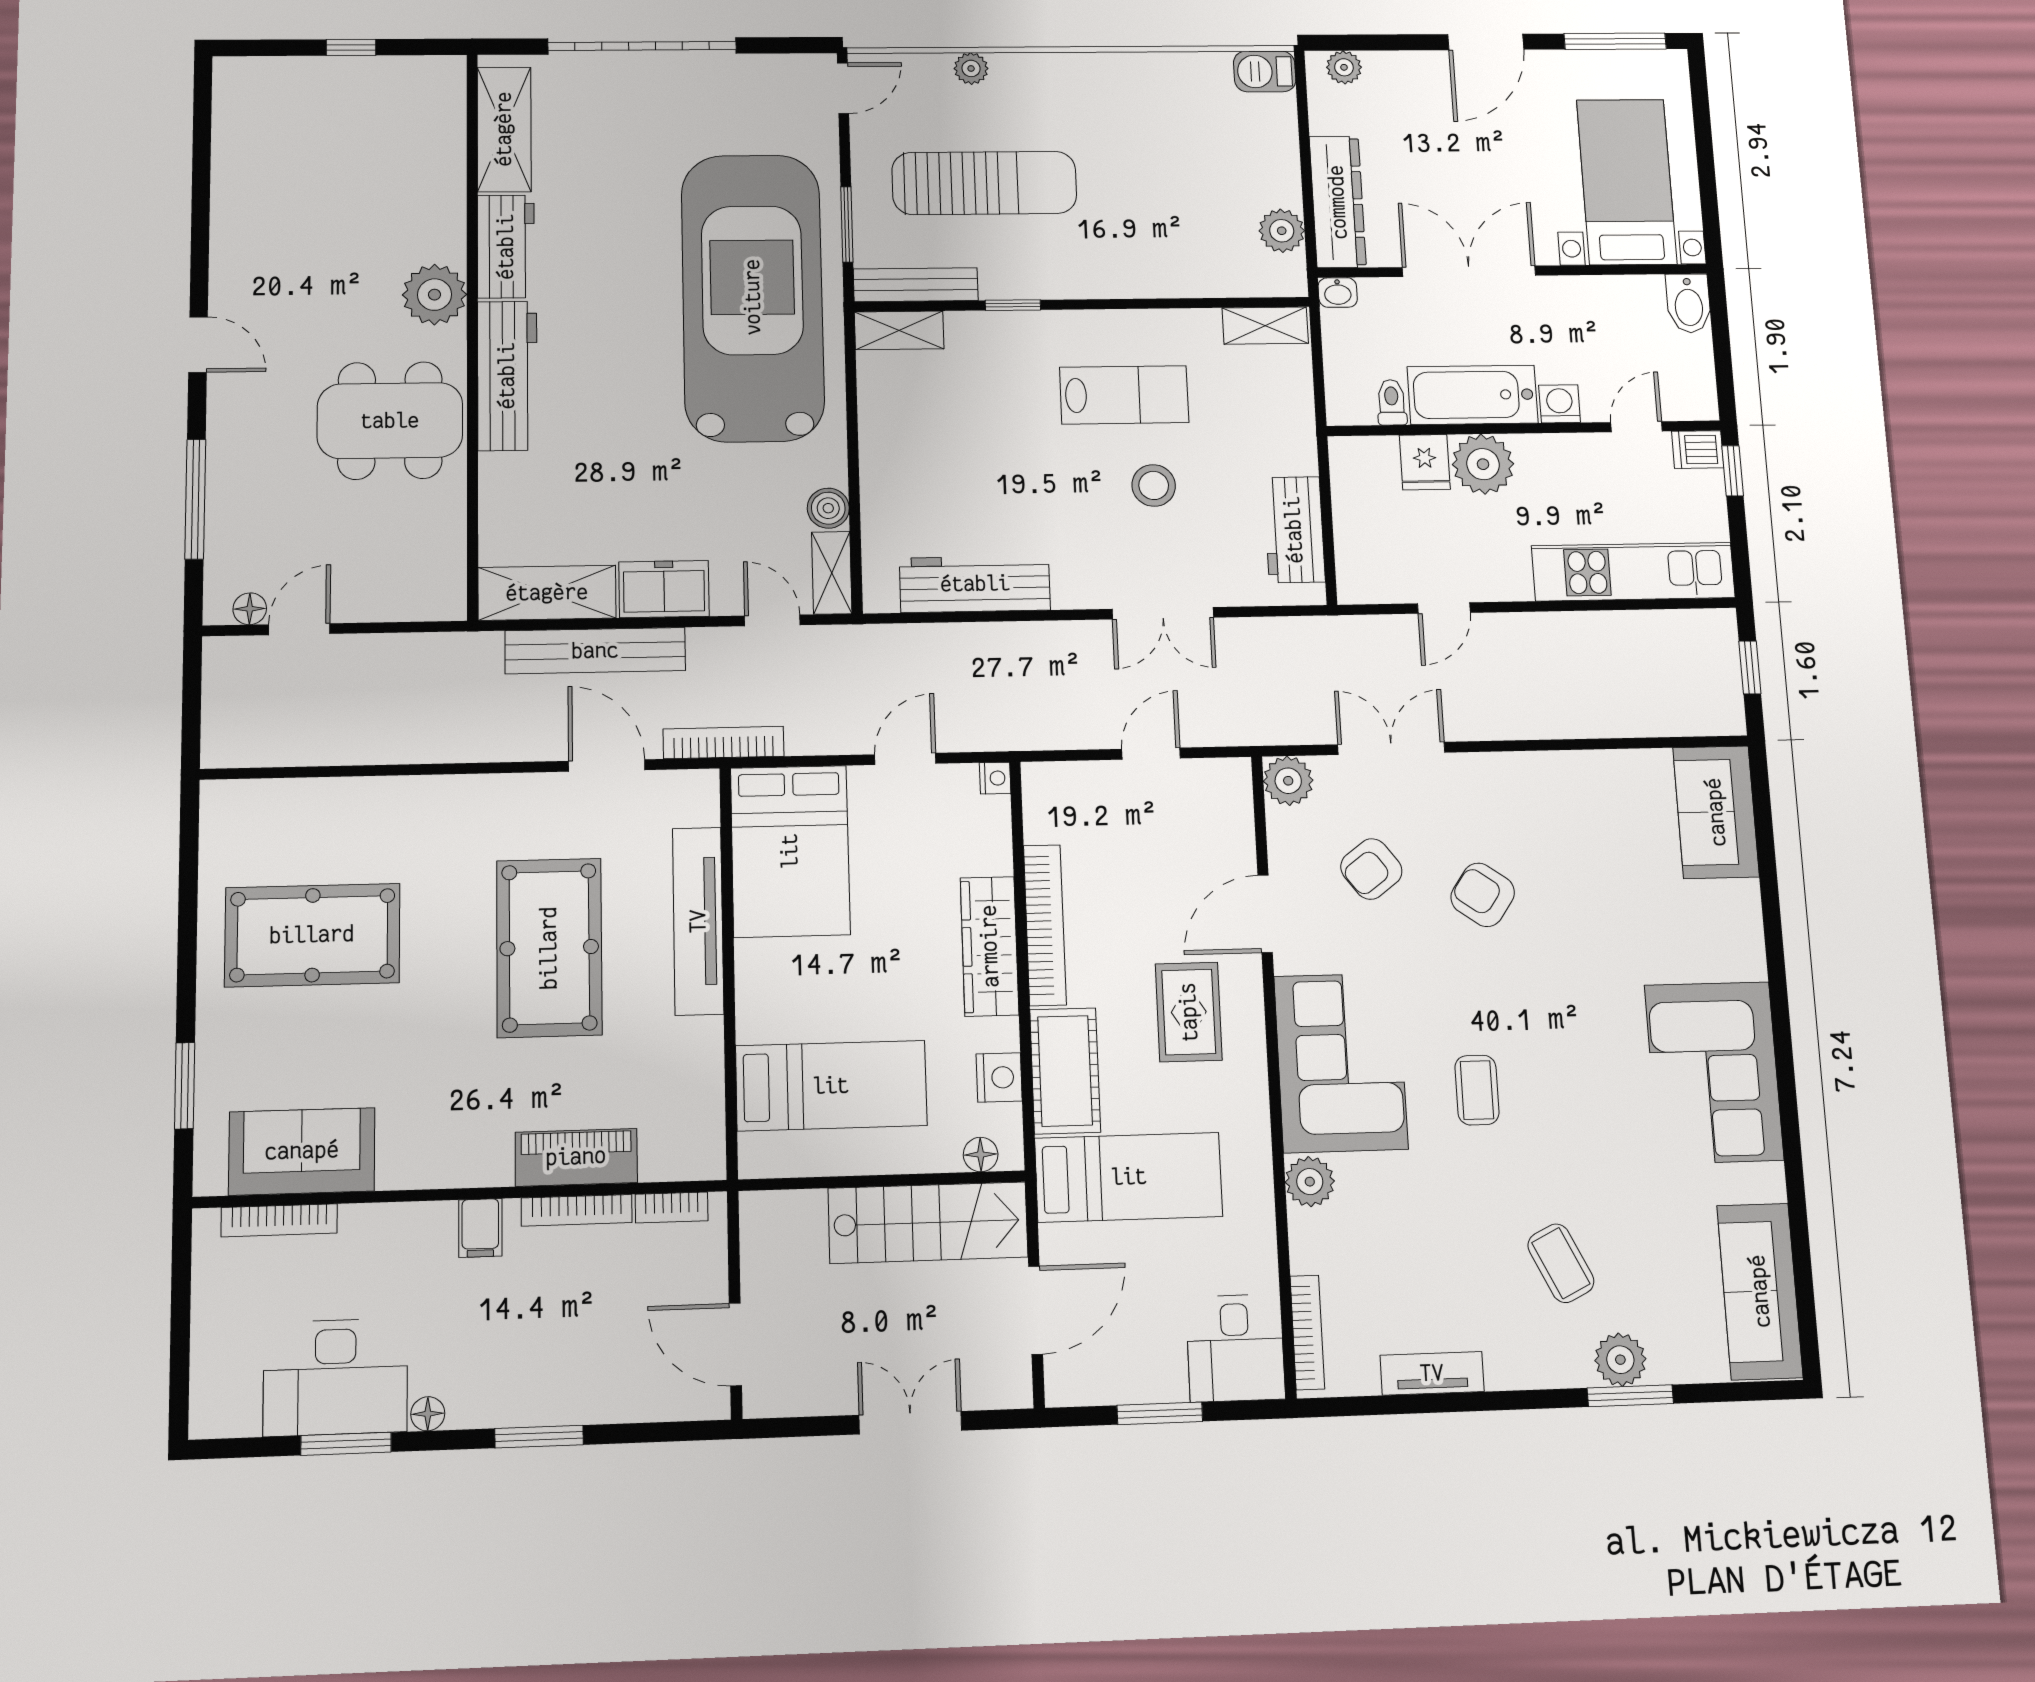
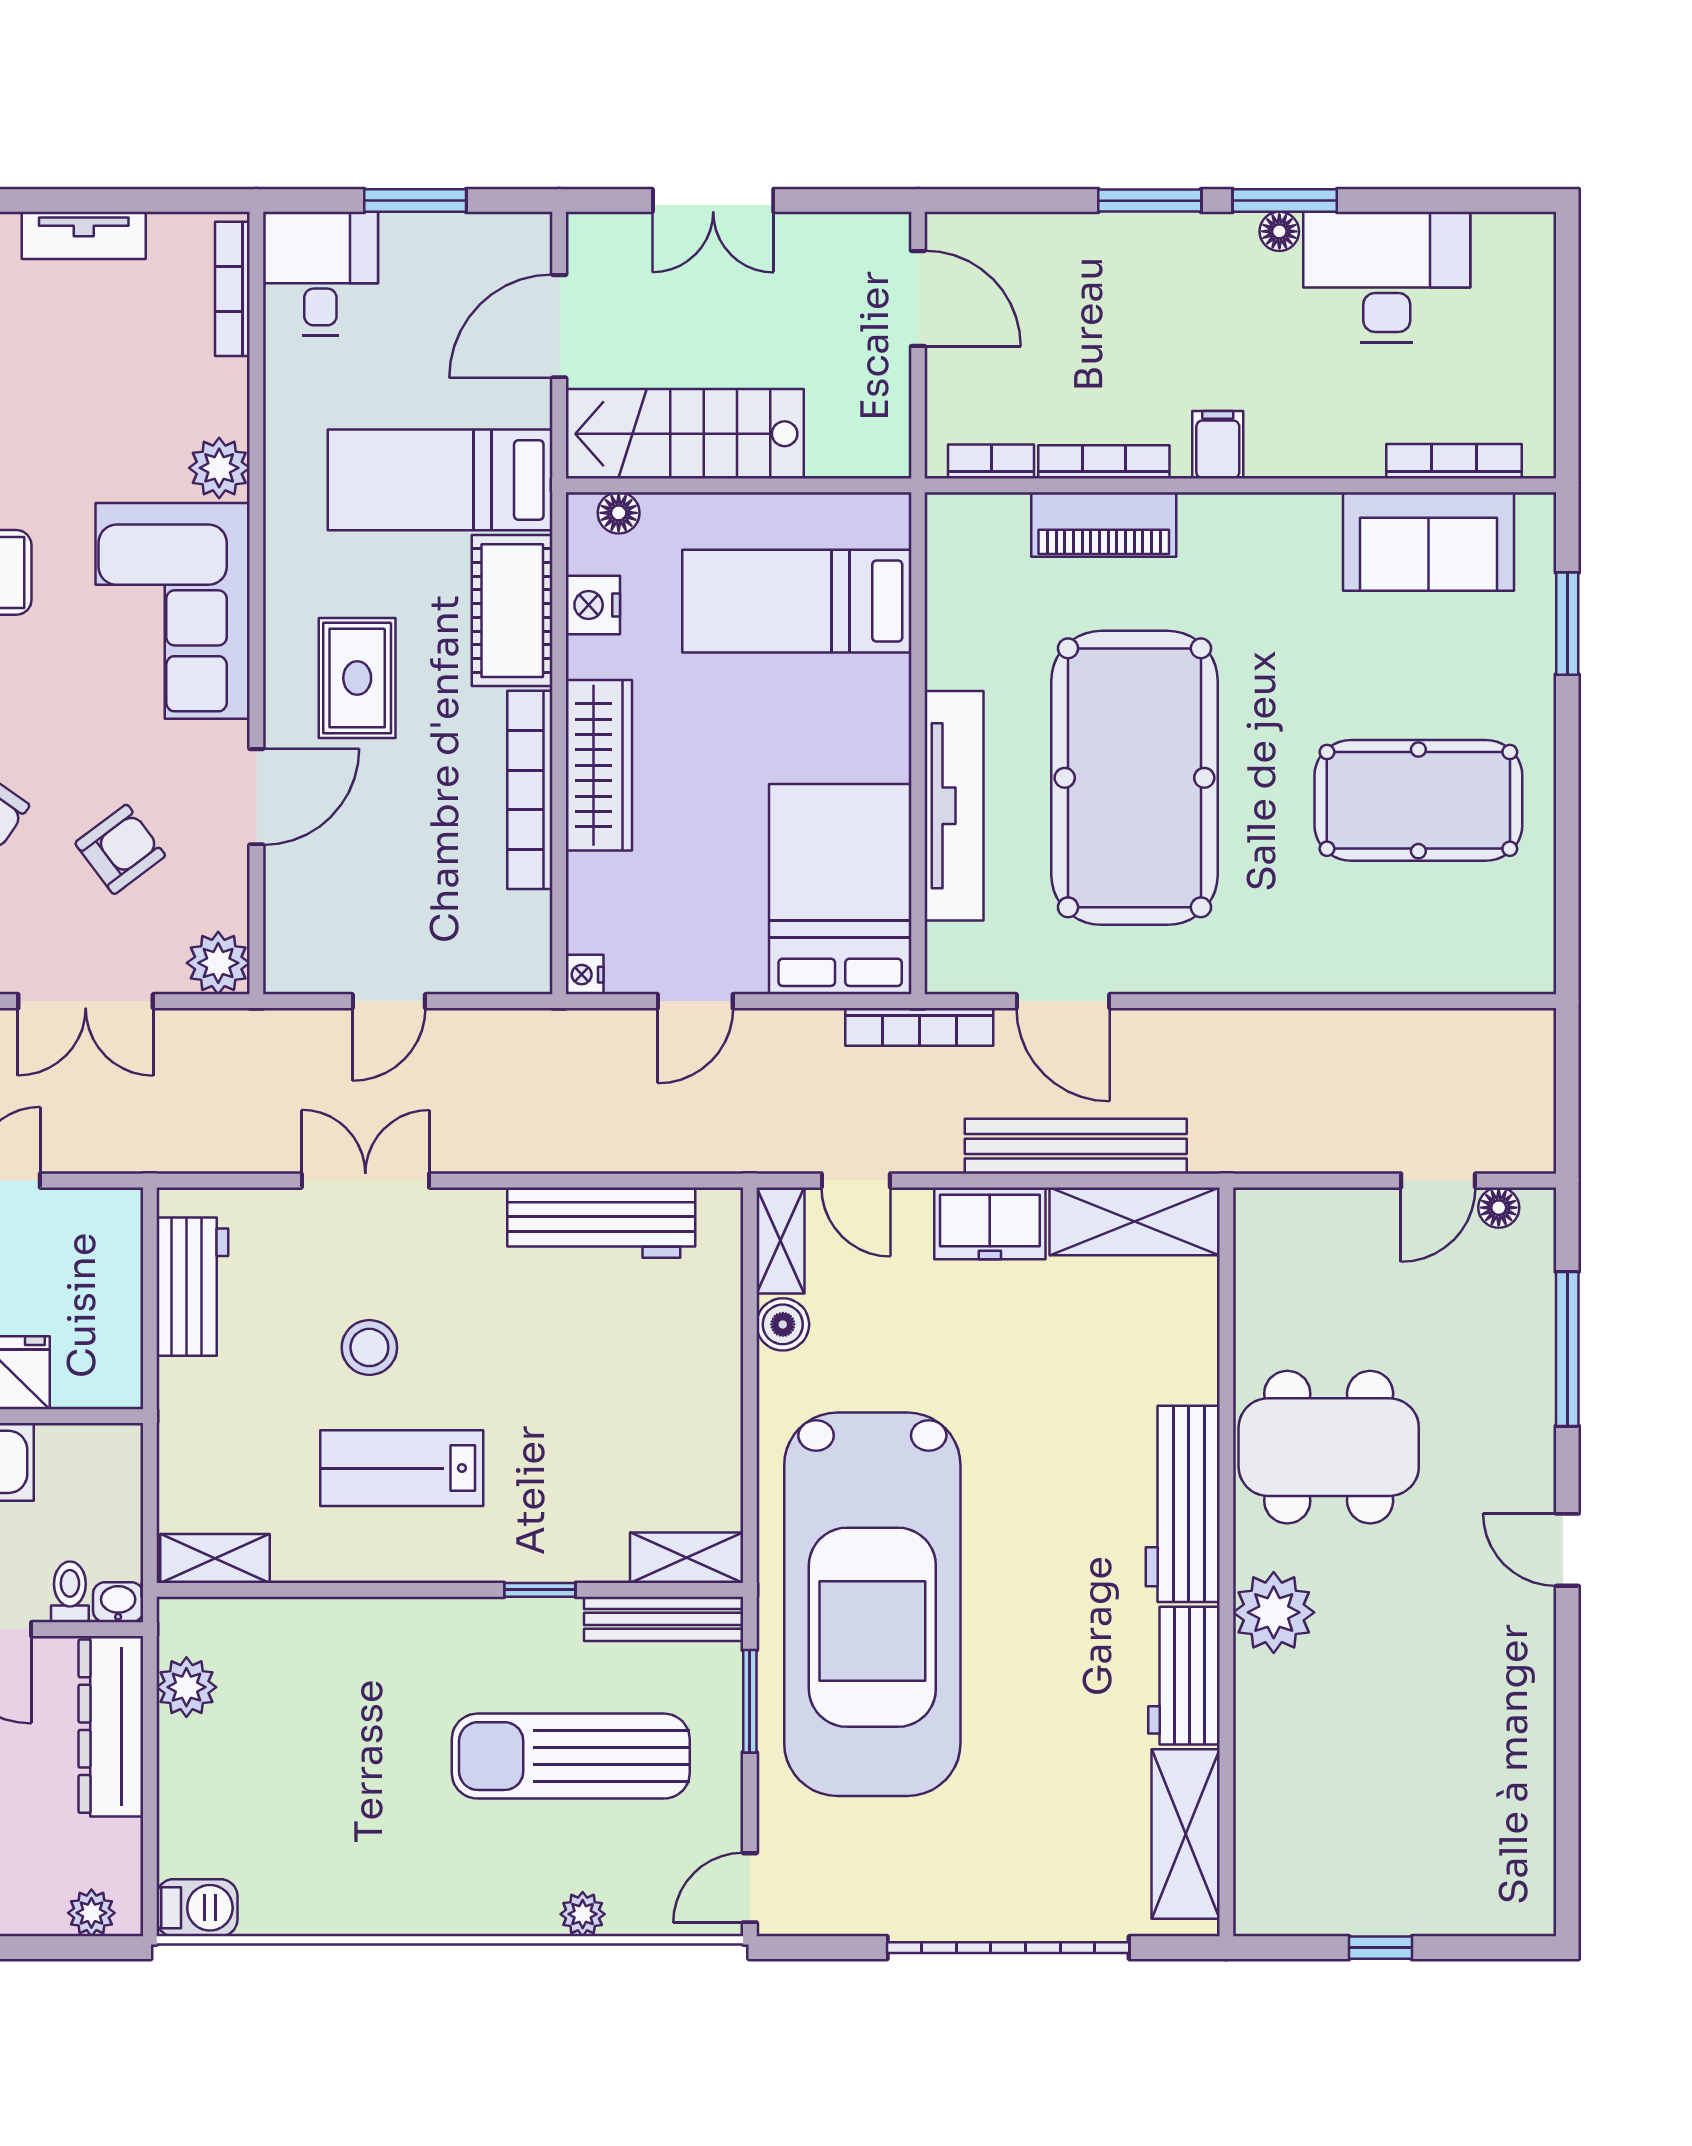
toilet: (1392, 402) -> (70, 1592), moved, turned 180
pool table: (549, 948) -> (1134, 778), width x1.36, depth x1.32
window: (346, 1444) -> (1285, 201), moved

